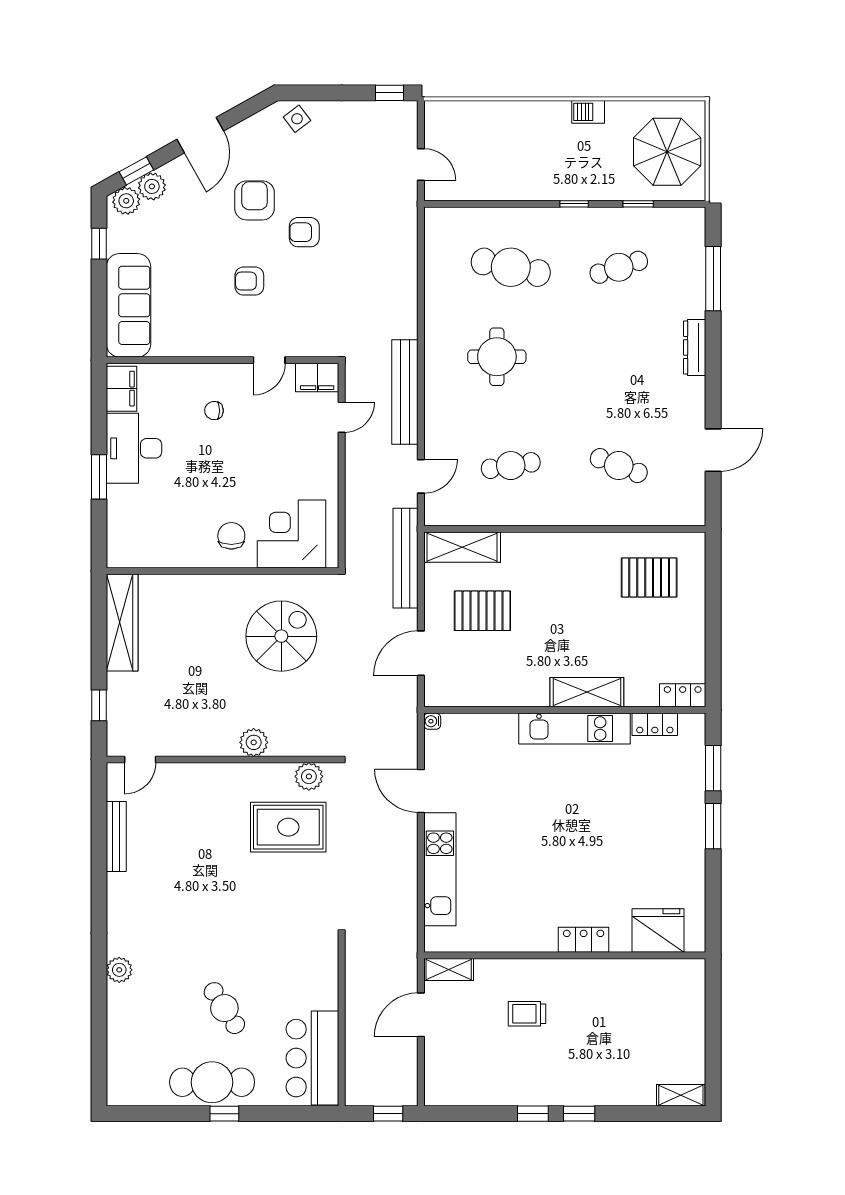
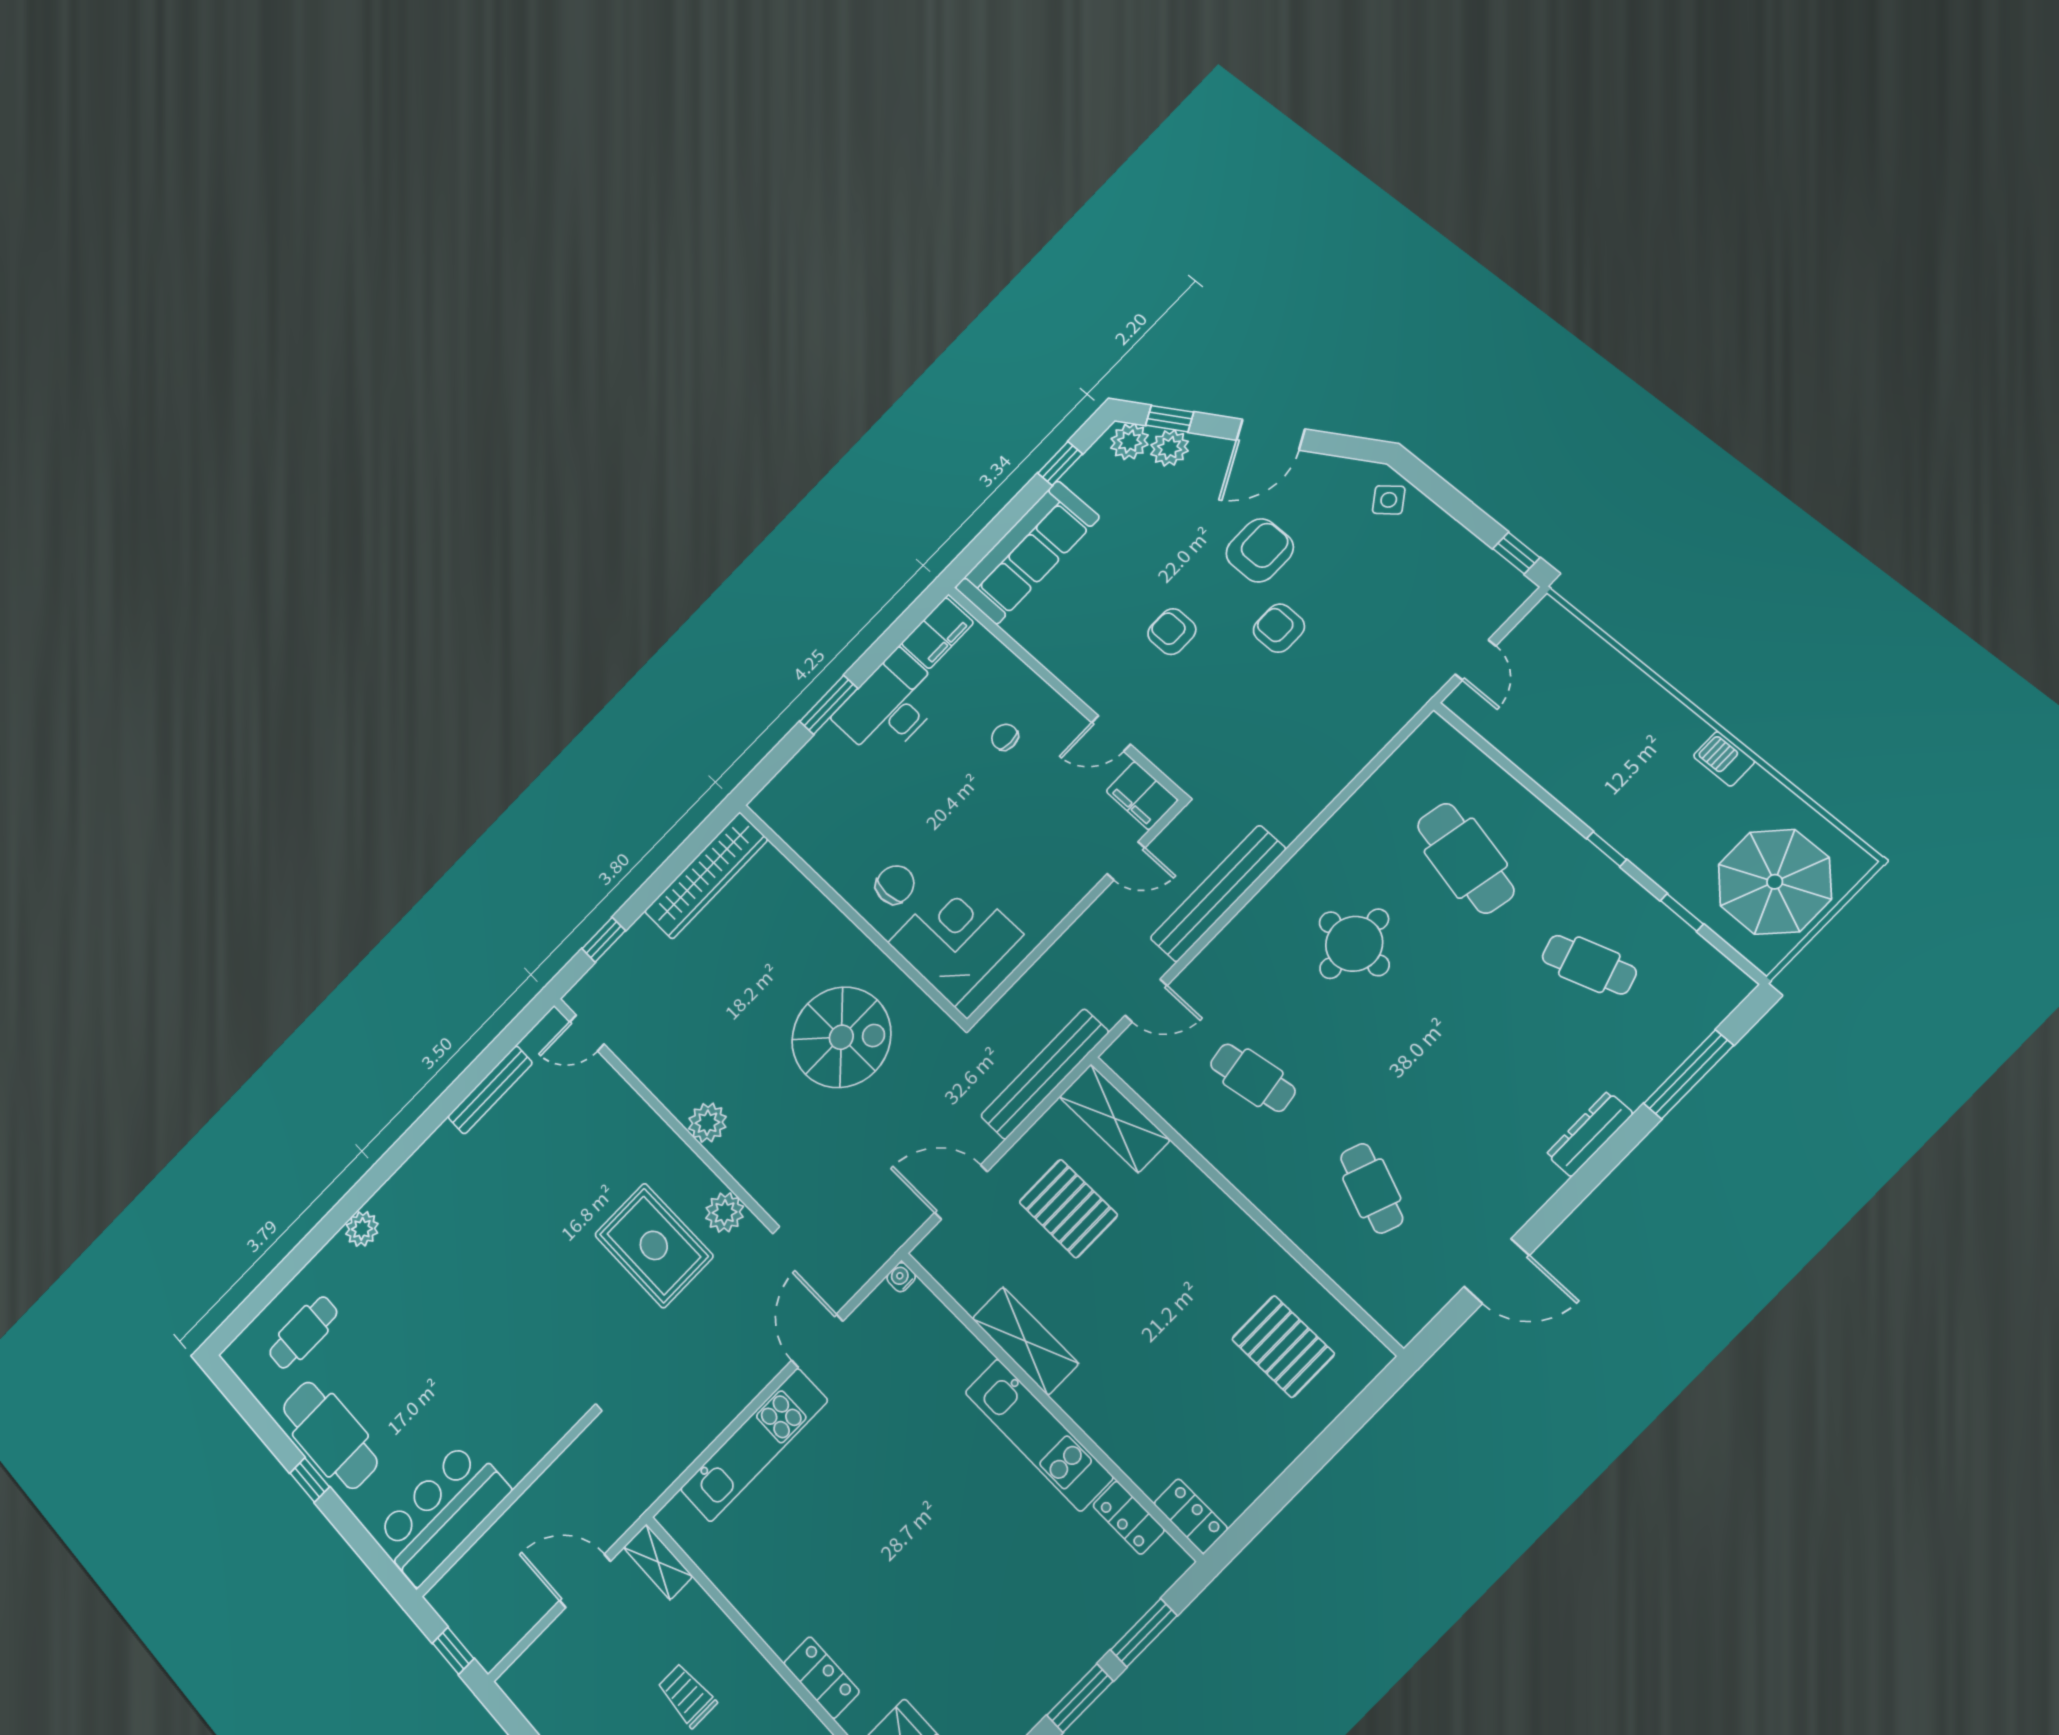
shelving: (587, 692) -> (1025, 1341), moved
cafe table: (224, 1008) -> (303, 1332), moved, turned 33

